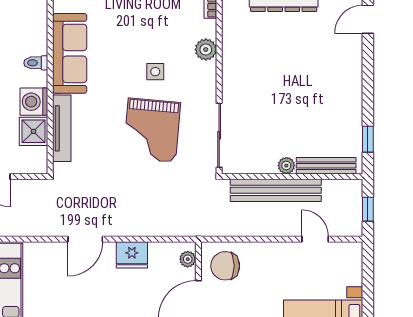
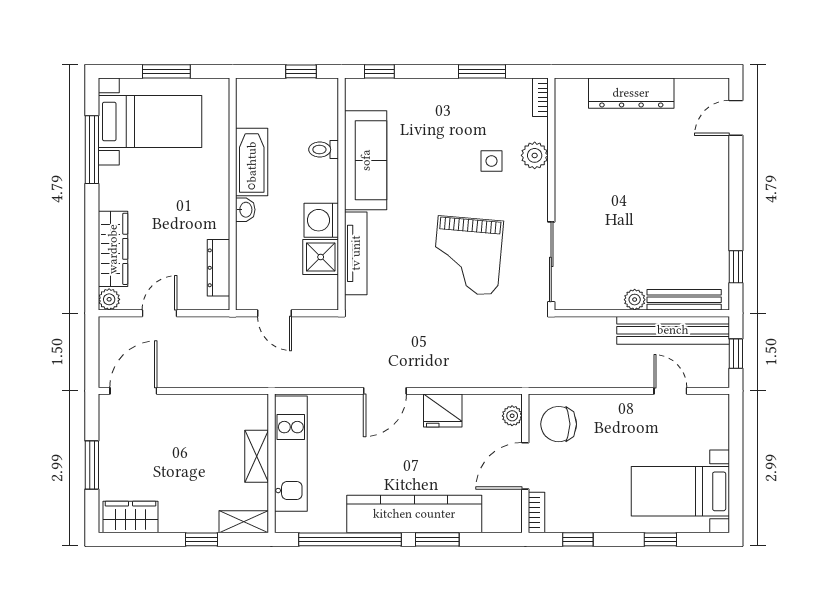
toilet: (36, 63) -> (324, 149), moved
side table: (155, 72) -> (492, 161), moved
bench: (276, 190) -> (673, 330), moved

